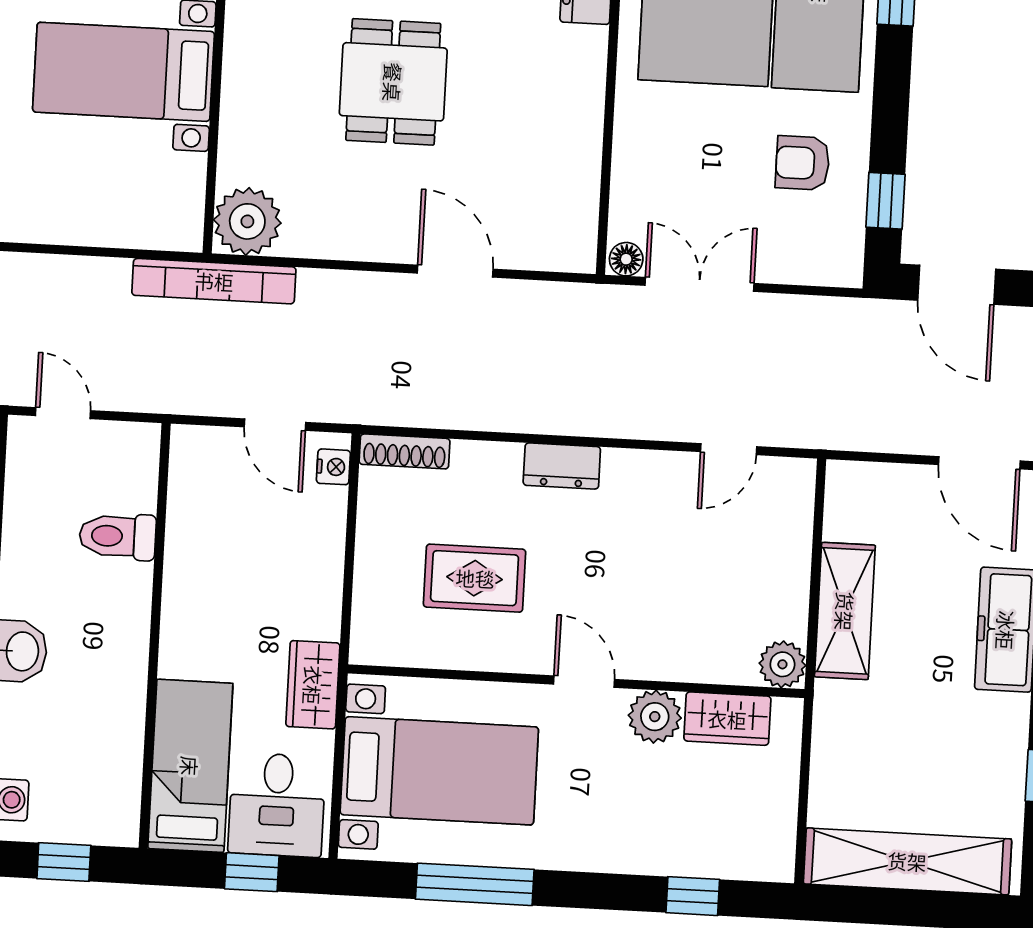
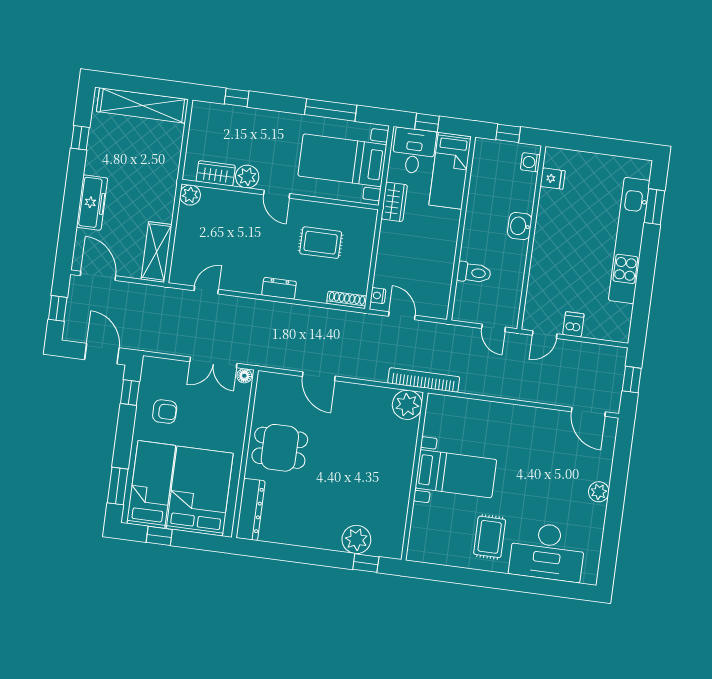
dining table: (393, 82) -> (280, 448), moved, turned 90
shelving: (845, 611) -> (156, 252), moved

